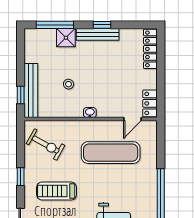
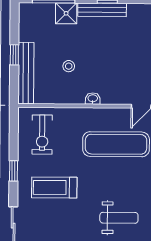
window: (21, 95) -> (14, 55), moved
exercise bike: (46, 144) -> (42, 135), turned 61

